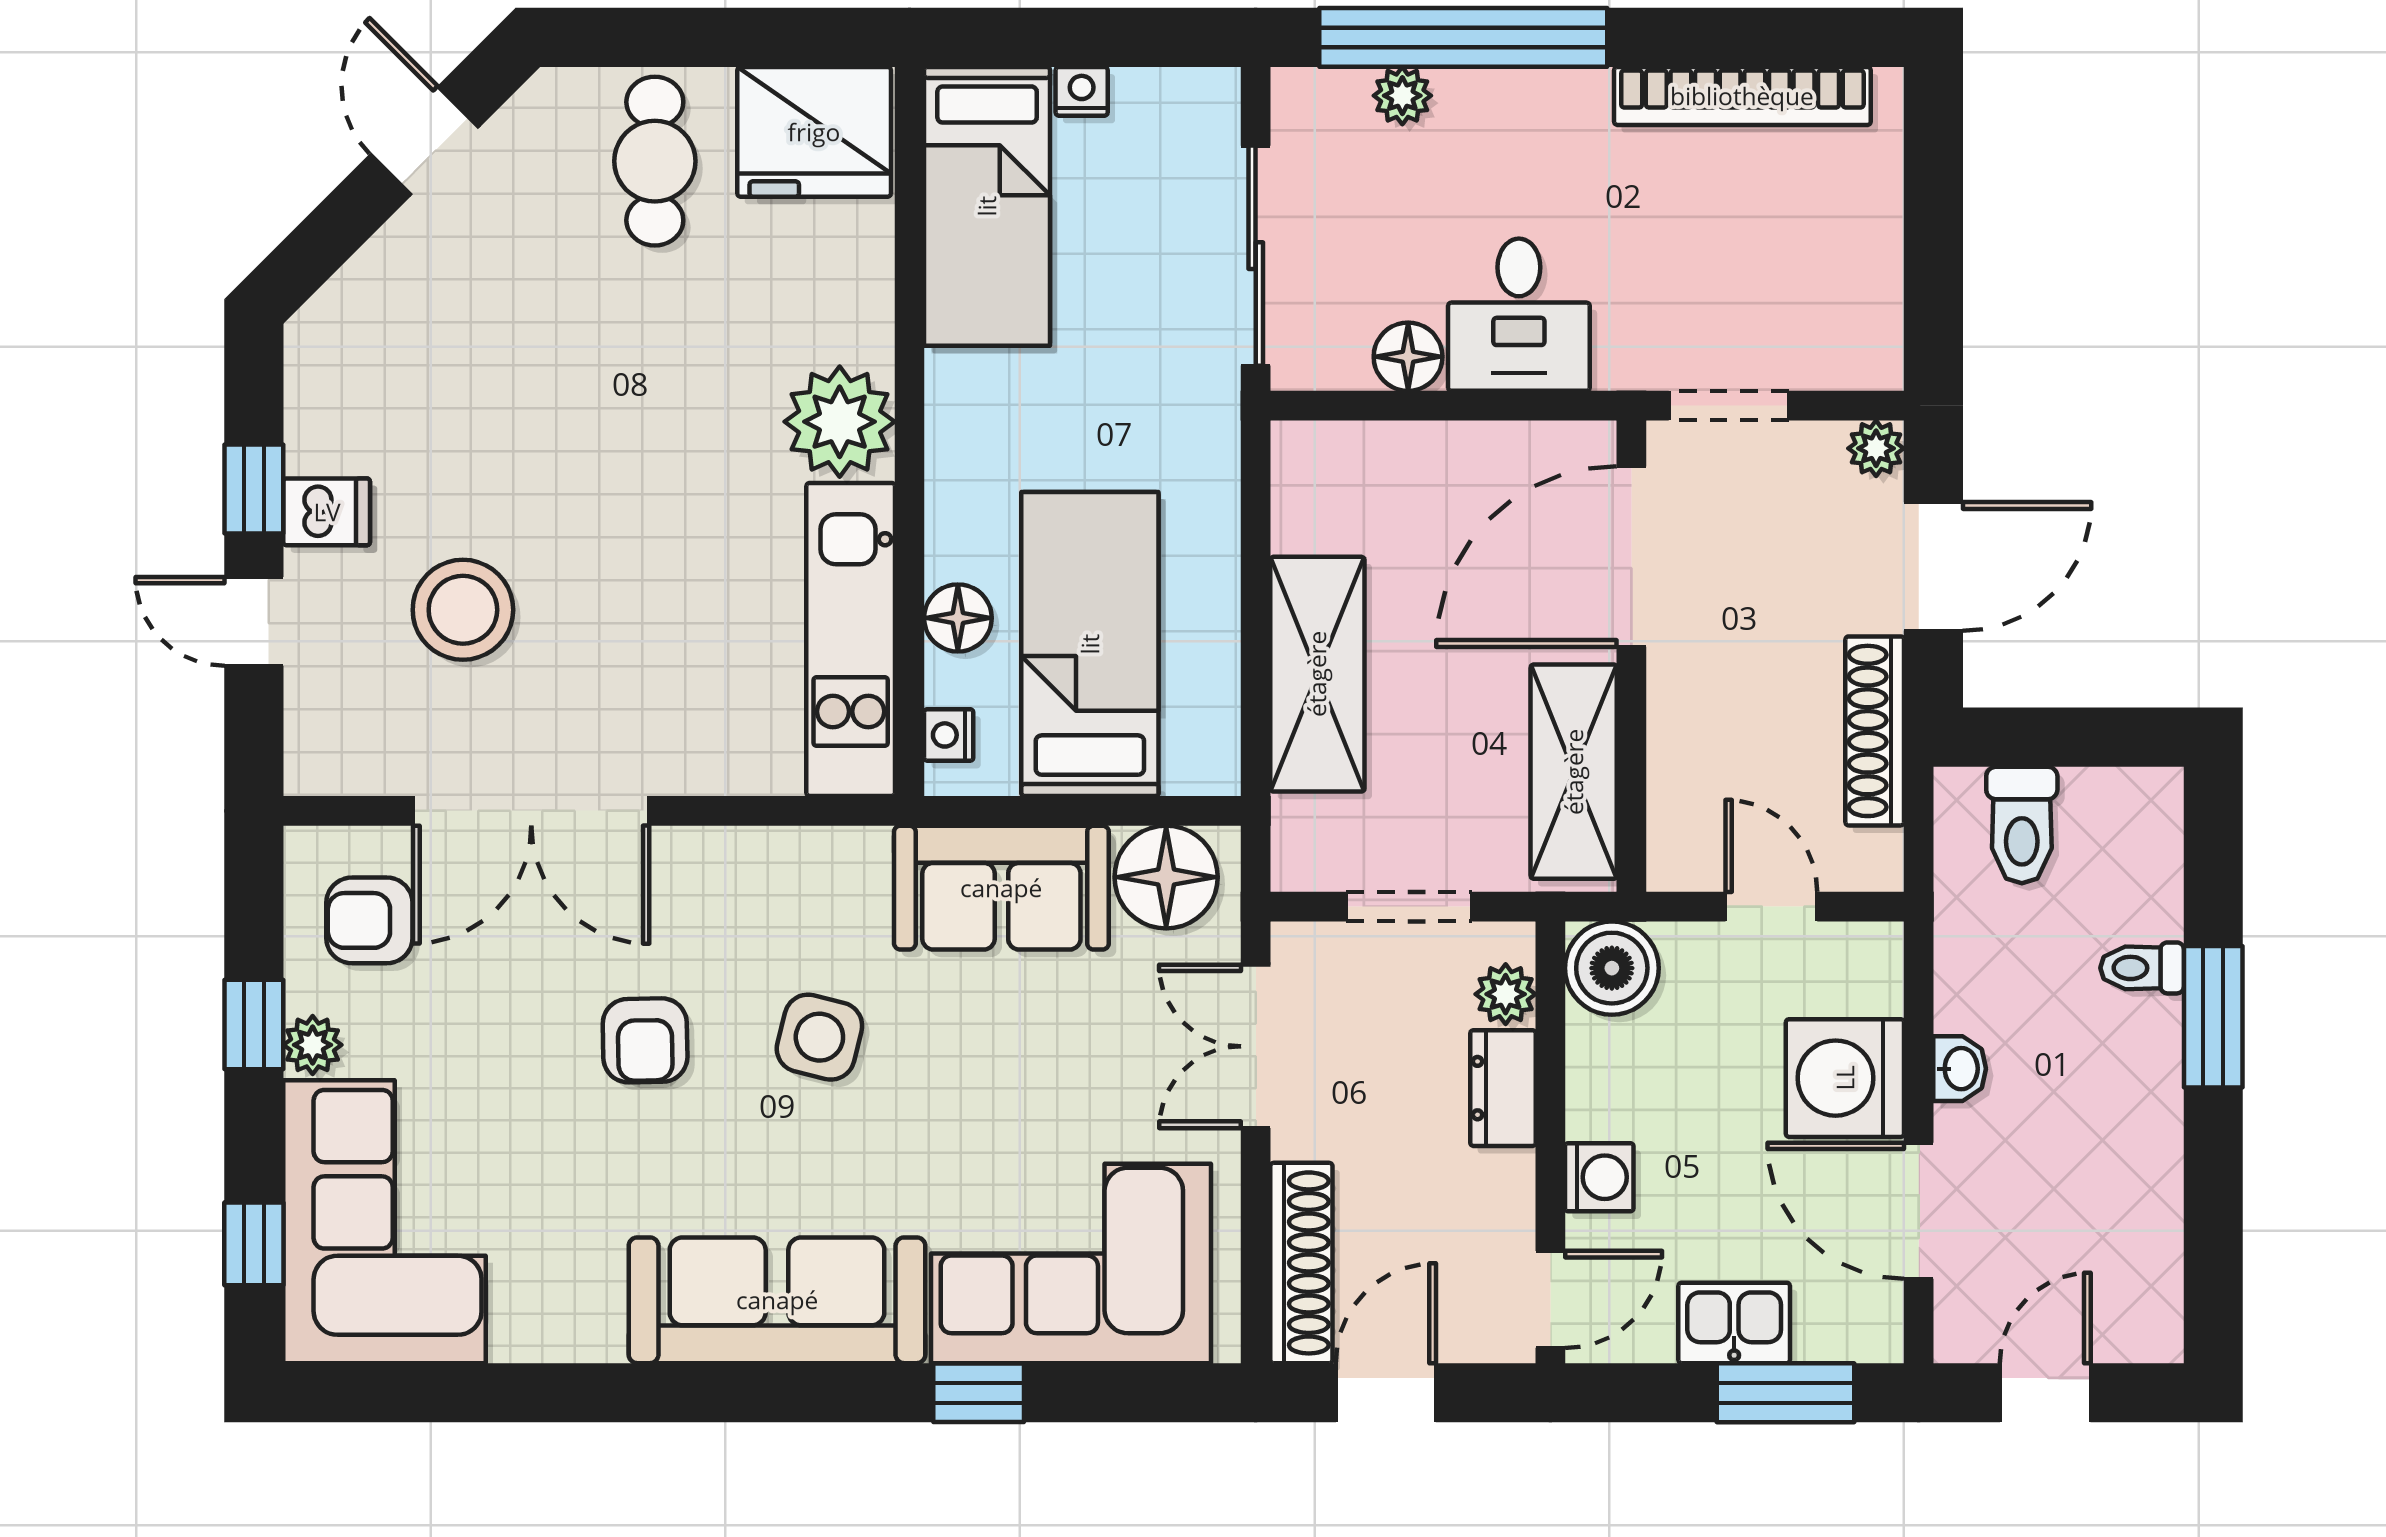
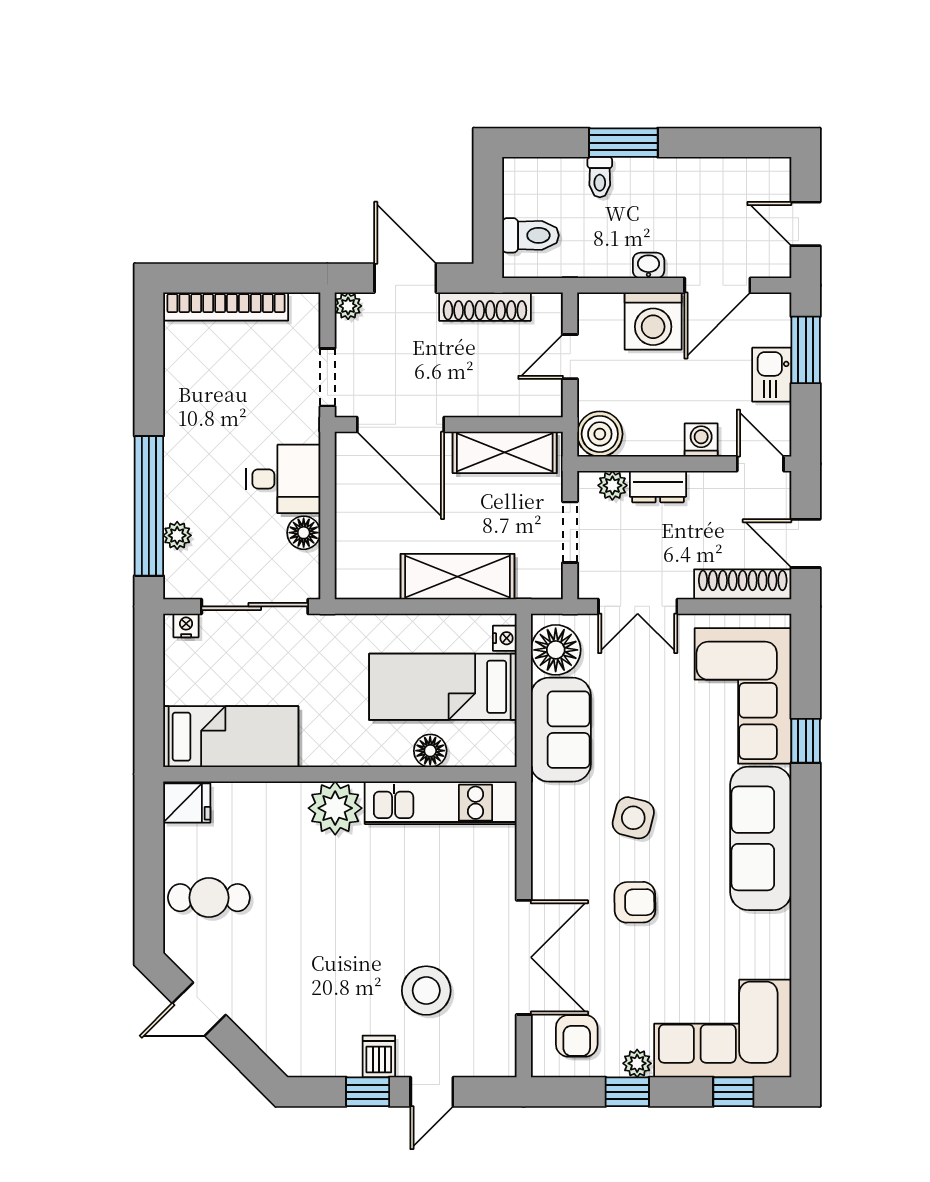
nightstand: (1082, 91) -> (186, 625), moved, turned 90
bookcase: (1742, 96) -> (226, 307), moved, turned 90
fridge: (814, 132) -> (187, 803), width x0.53, depth x0.75
nightstand: (949, 735) -> (505, 638), moved, turned -90

